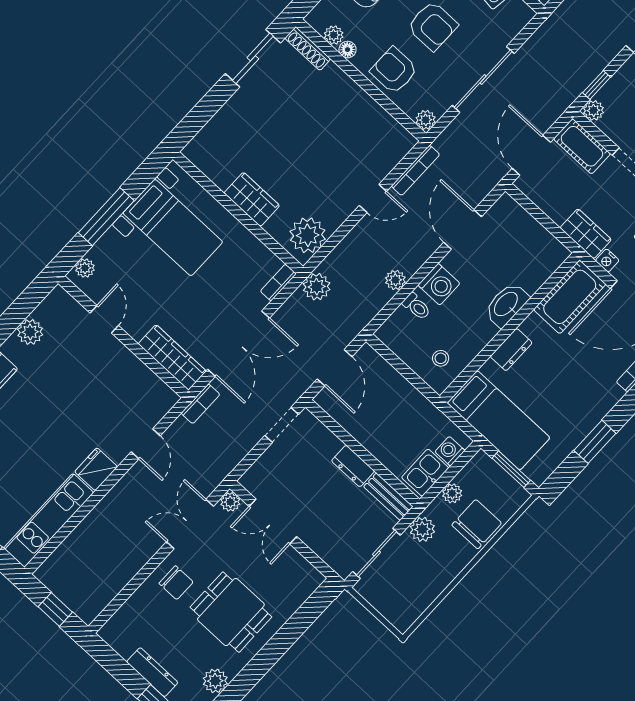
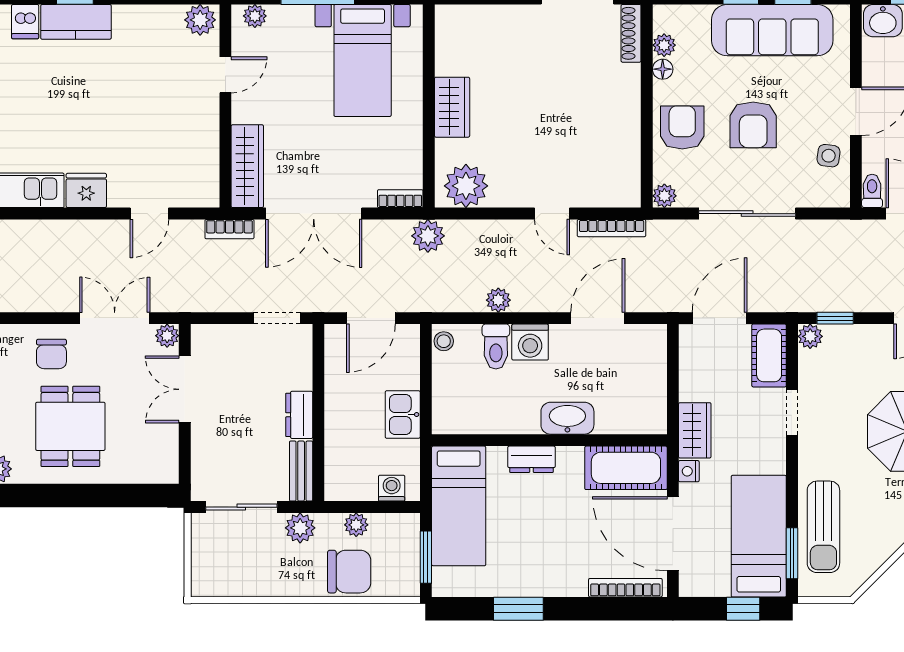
toilet: (416, 306) -> (496, 347), width x1.37, depth x1.39
plant: (30, 332) -> (200, 20), moved
stool: (441, 358) -> (444, 341), moved
kitchen sink: (425, 473) -> (403, 415), moved, turned -90

